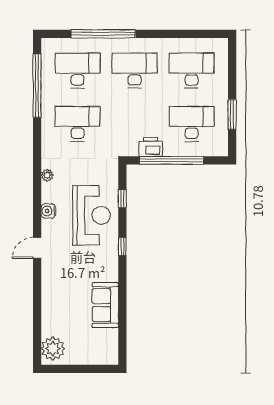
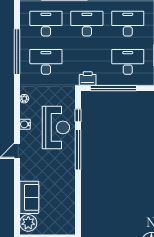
window: (37, 86) -> (17, 52), moved
printer: (151, 147) -> (88, 78), moved
window: (122, 246) -> (78, 150), width x3.17
sofa: (105, 305) -> (29, 197), moved, turned 180

